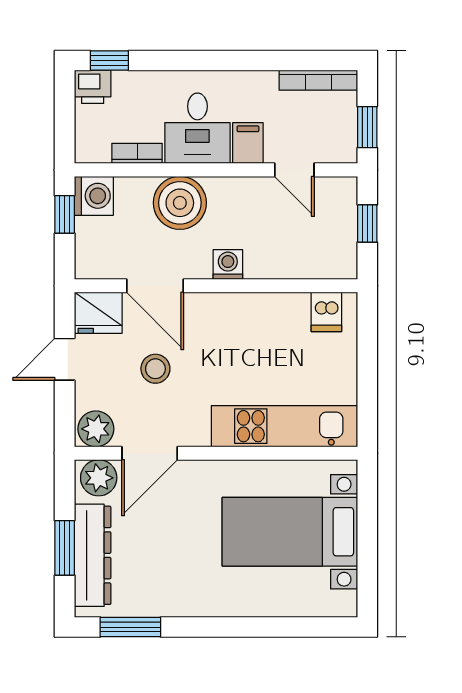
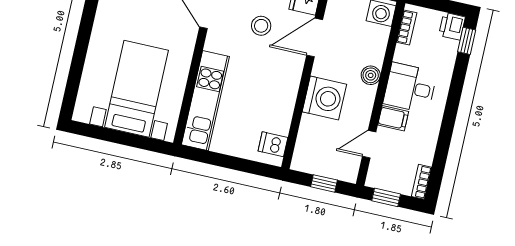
bookcase: (318, 80) -> (421, 182), width x0.64
bookcase: (137, 153) -> (407, 28), moved
boiler: (180, 203) -> (371, 75), width x0.54, depth x0.54
washing machine: (228, 265) -> (324, 98), width x1.89, depth x1.89

